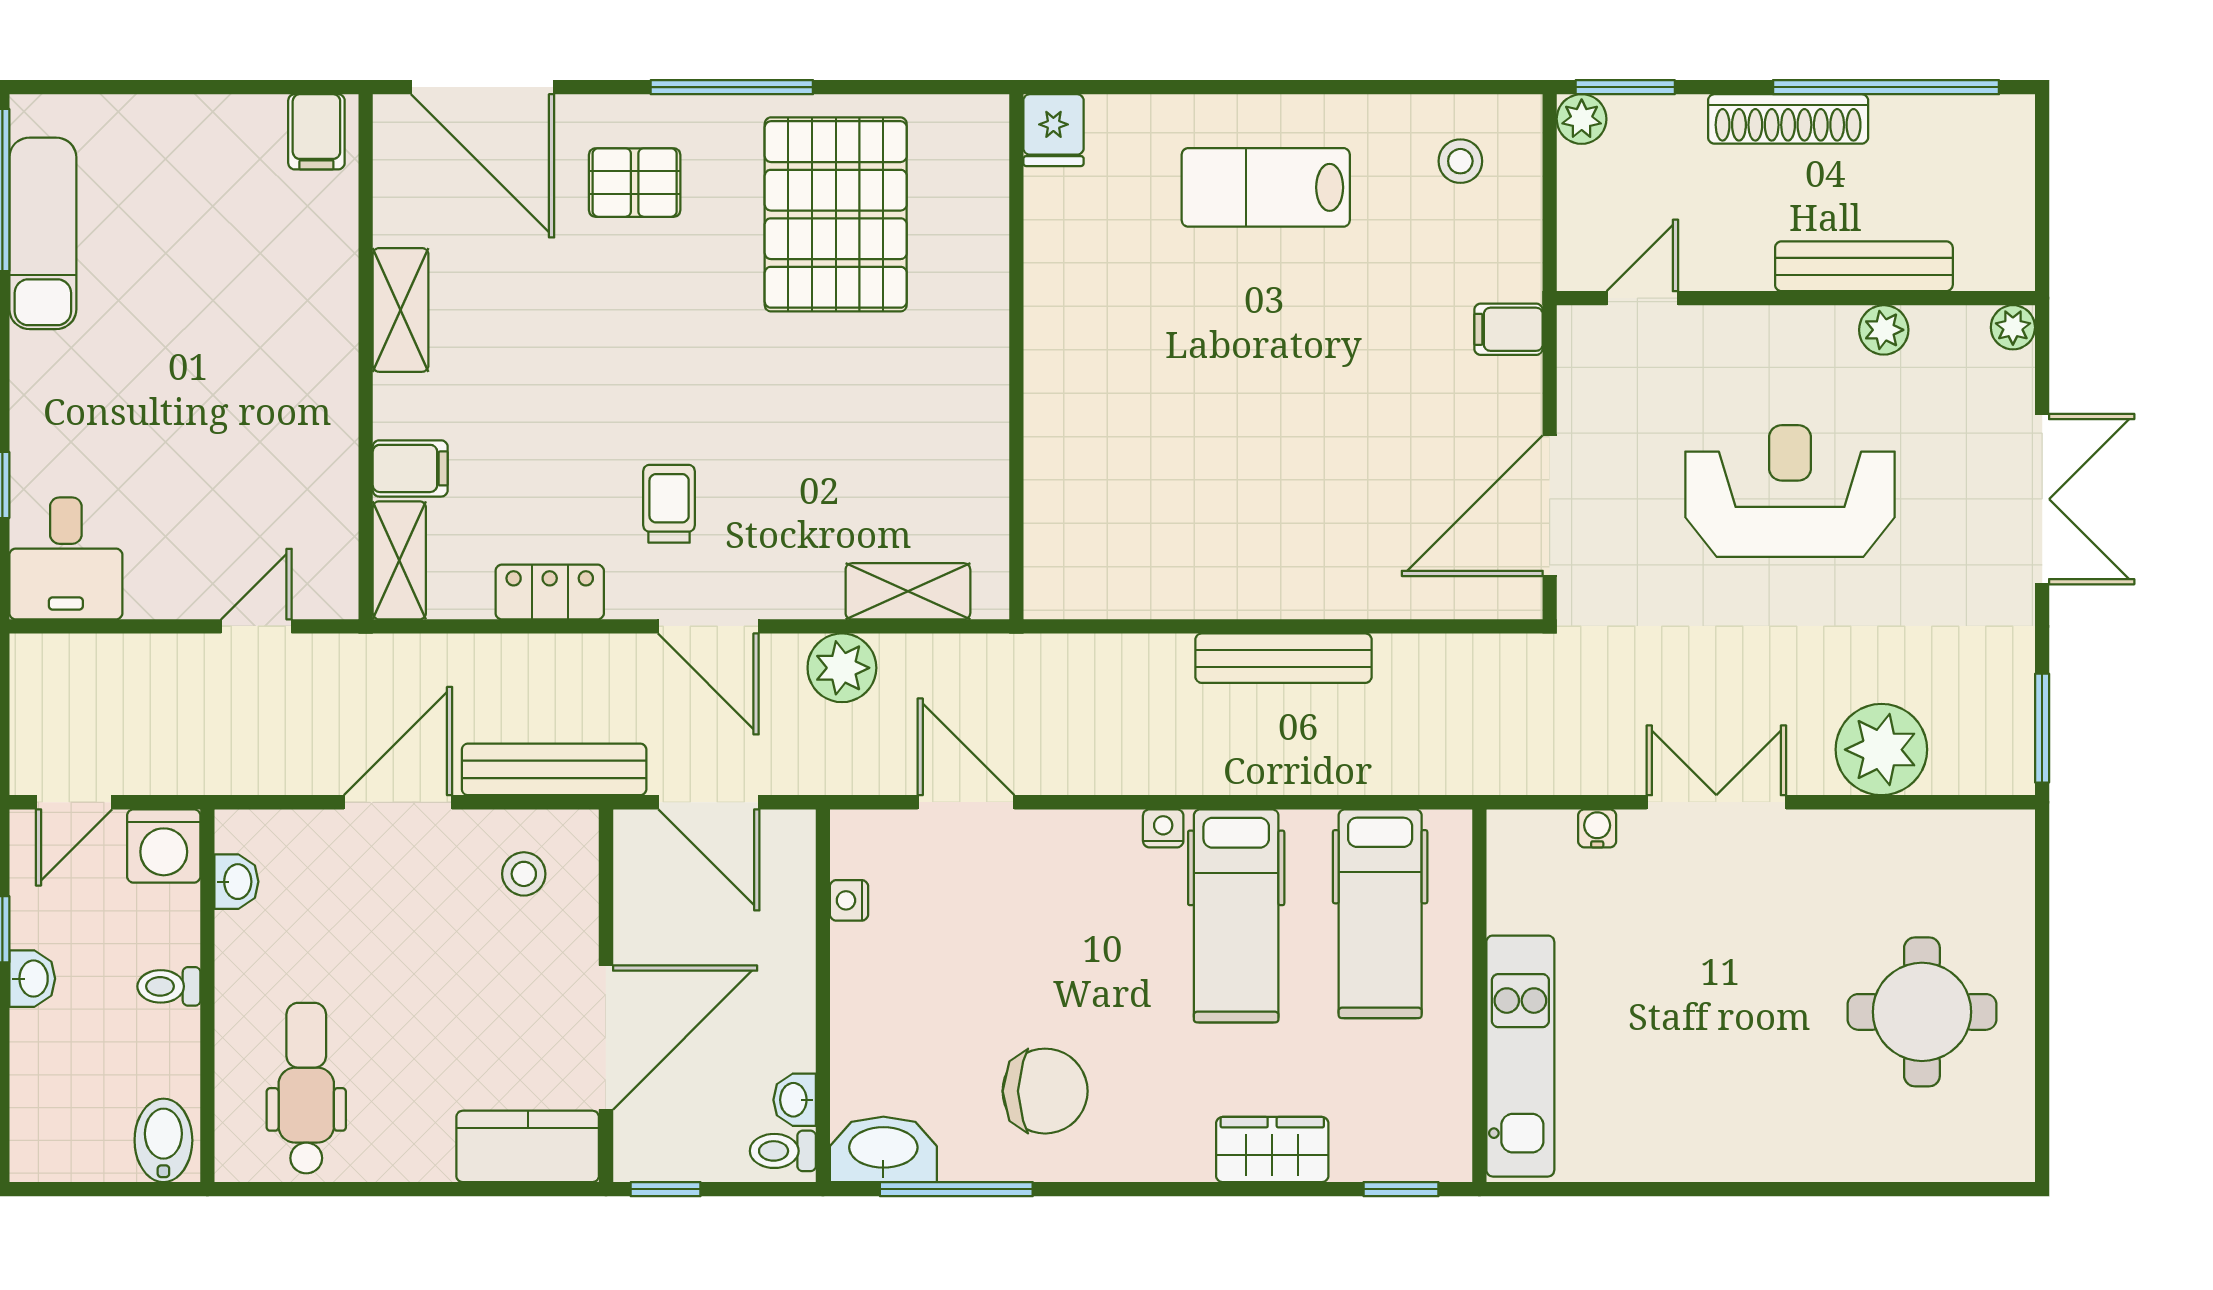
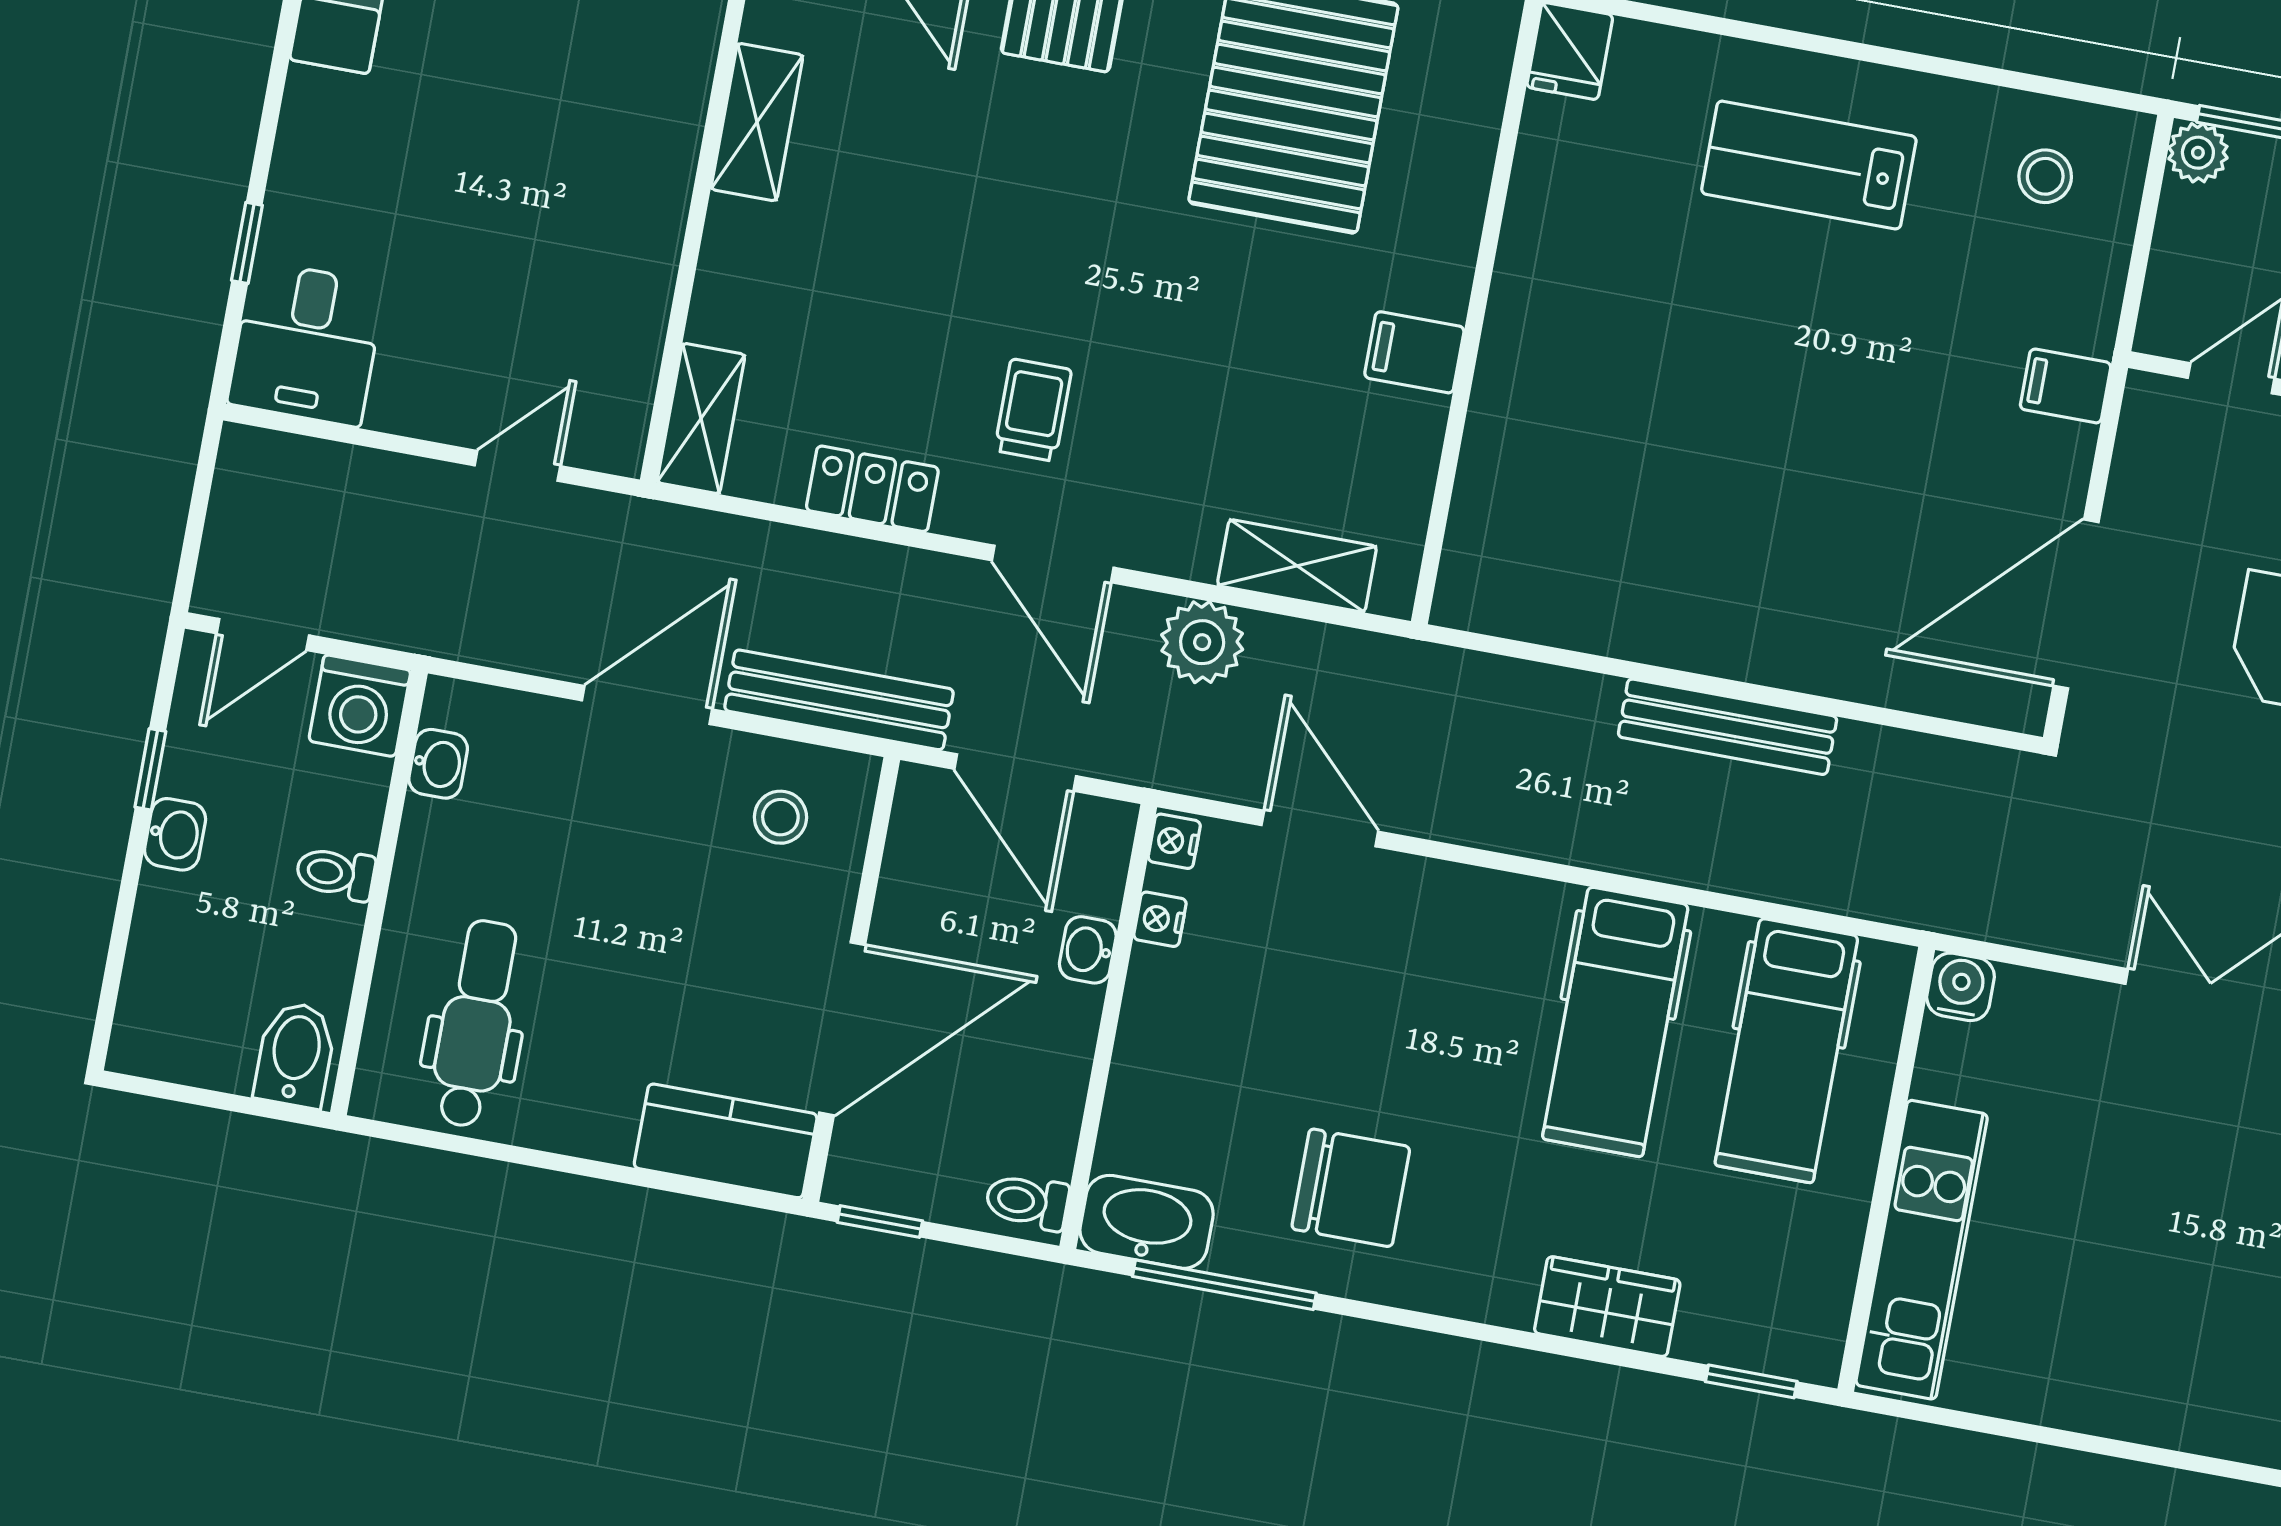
filing cabinet: (410, 468) -> (1414, 352), moved, turned 180
nightstand: (1163, 828) -> (1174, 841), moved, turned -90
water cooler: (1597, 828) -> (1961, 987), moved, width x1.38, depth x1.38
washbasin: (795, 1100) -> (1088, 950), moved

